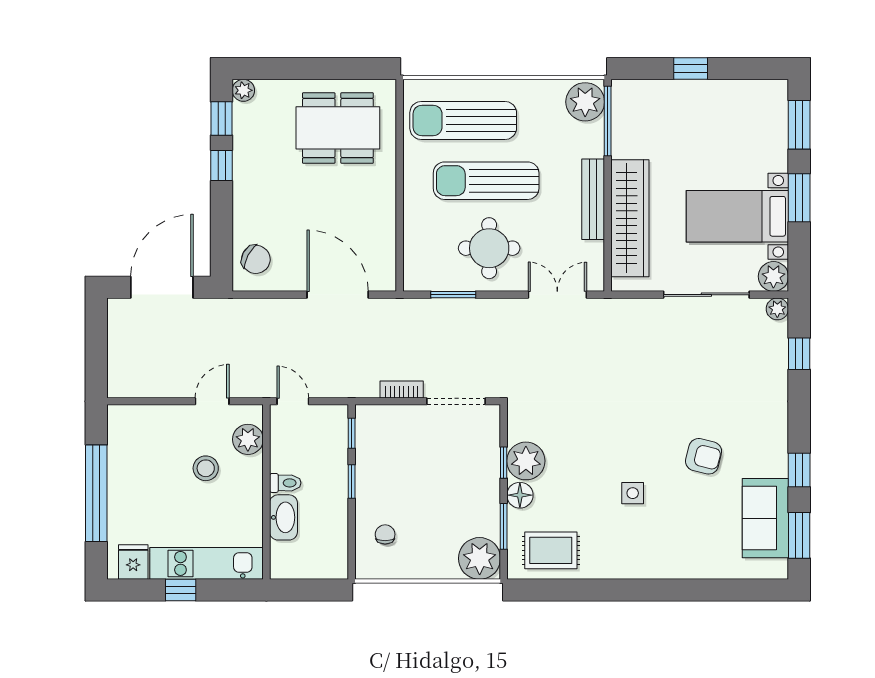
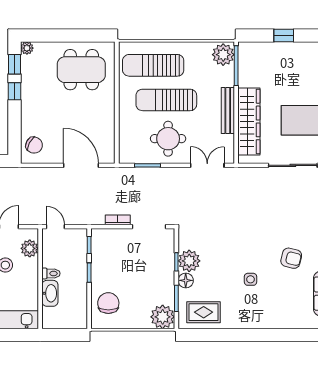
chair: (385, 534) -> (108, 303), width x1.87, depth x1.87

